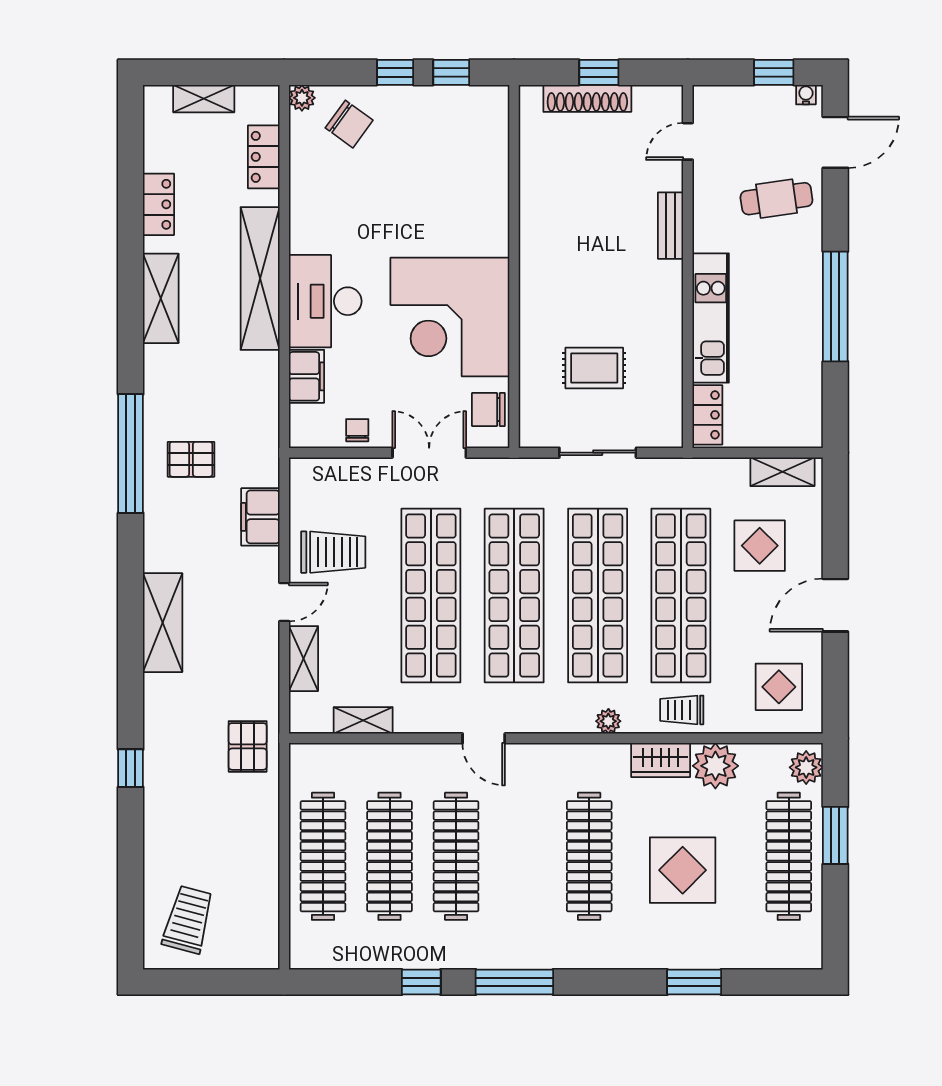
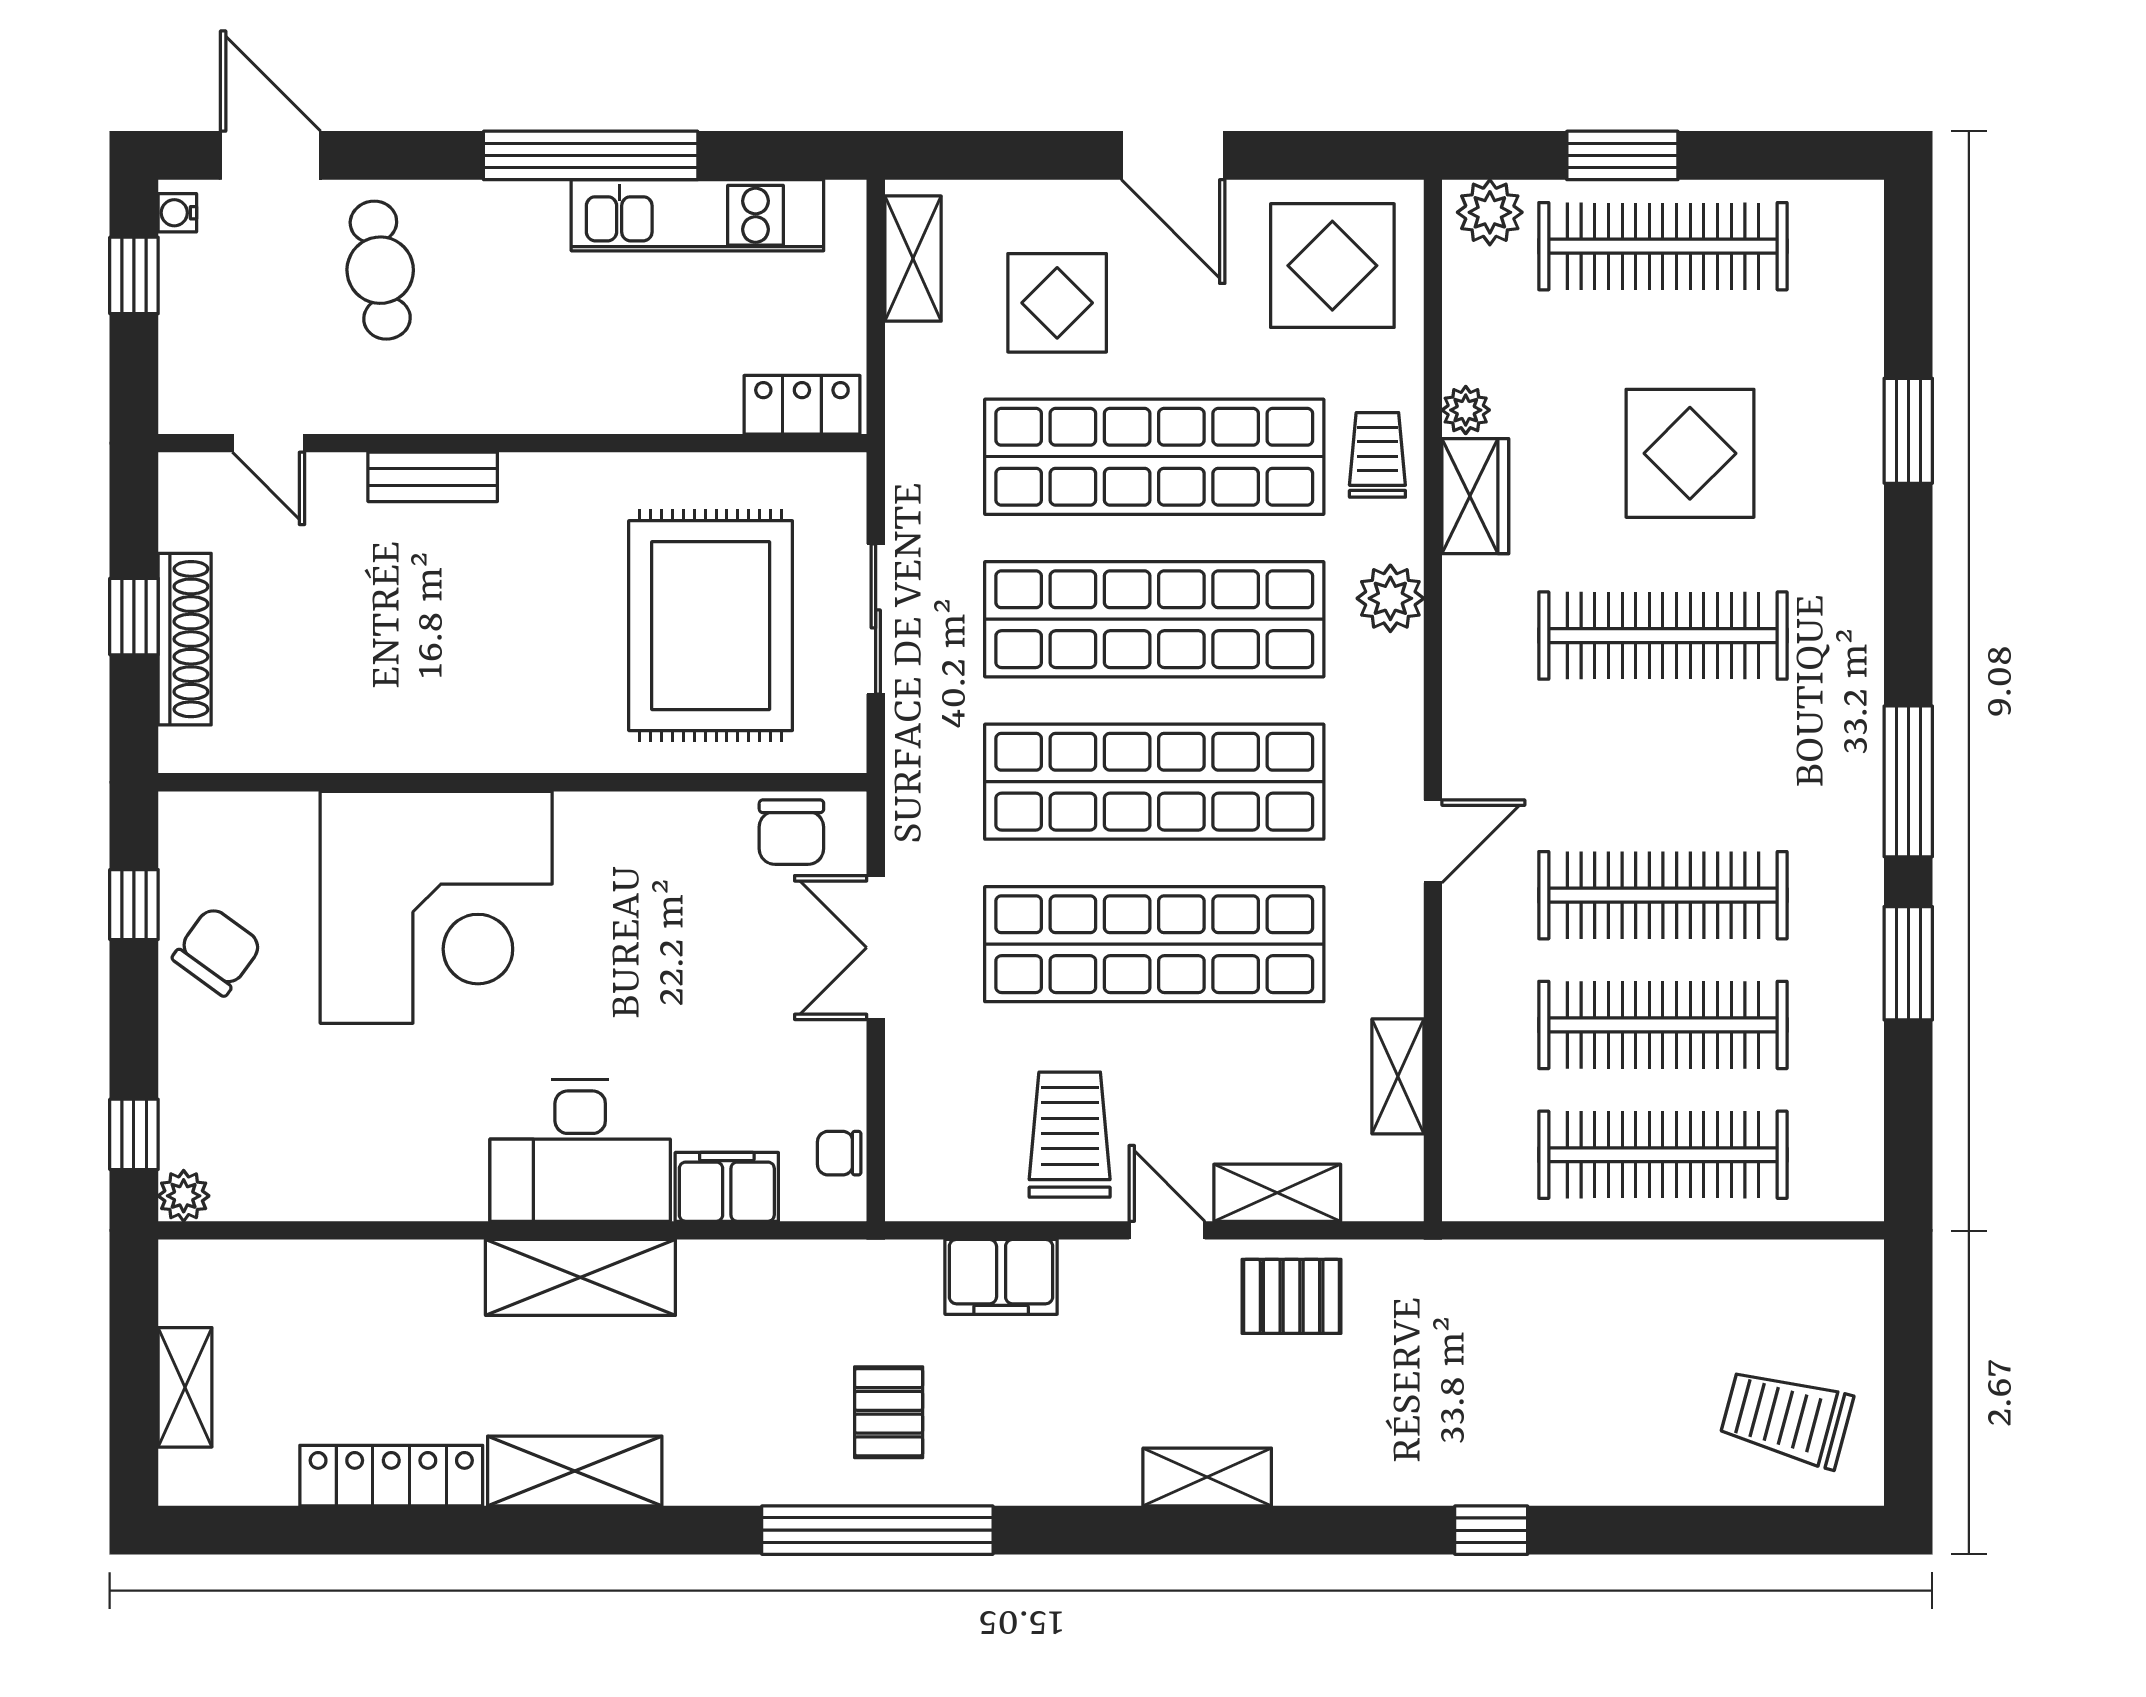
window: (395, 72) -> (134, 1134), moved
chair: (349, 124) -> (217, 951), moved
locker: (264, 157) -> (299, 1270), removed
locker: (158, 204) -> (391, 1476), width x1.53
shelving: (260, 279) -> (580, 1277), width x0.68
corner desk: (450, 317) -> (436, 907), moved
kitchen unit: (711, 318) -> (697, 215), moved, turned 180
rug: (594, 368) -> (711, 626), width x1.86, depth x2.06
chair: (357, 430) -> (839, 1153), moved
shelving: (163, 623) -> (1207, 1477), width x0.67, depth x0.75
display table: (779, 687) -> (1332, 266), width x1.36, depth x1.36
trolley: (682, 710) -> (1377, 455), turned 180
plant: (608, 721) -> (1390, 598), width x1.38, depth x1.38
pallet: (248, 746) -> (1292, 1296), moved
plant: (715, 766) -> (1466, 410), width x0.53, depth x0.53
window: (421, 982) -> (1908, 963), width x1.50

